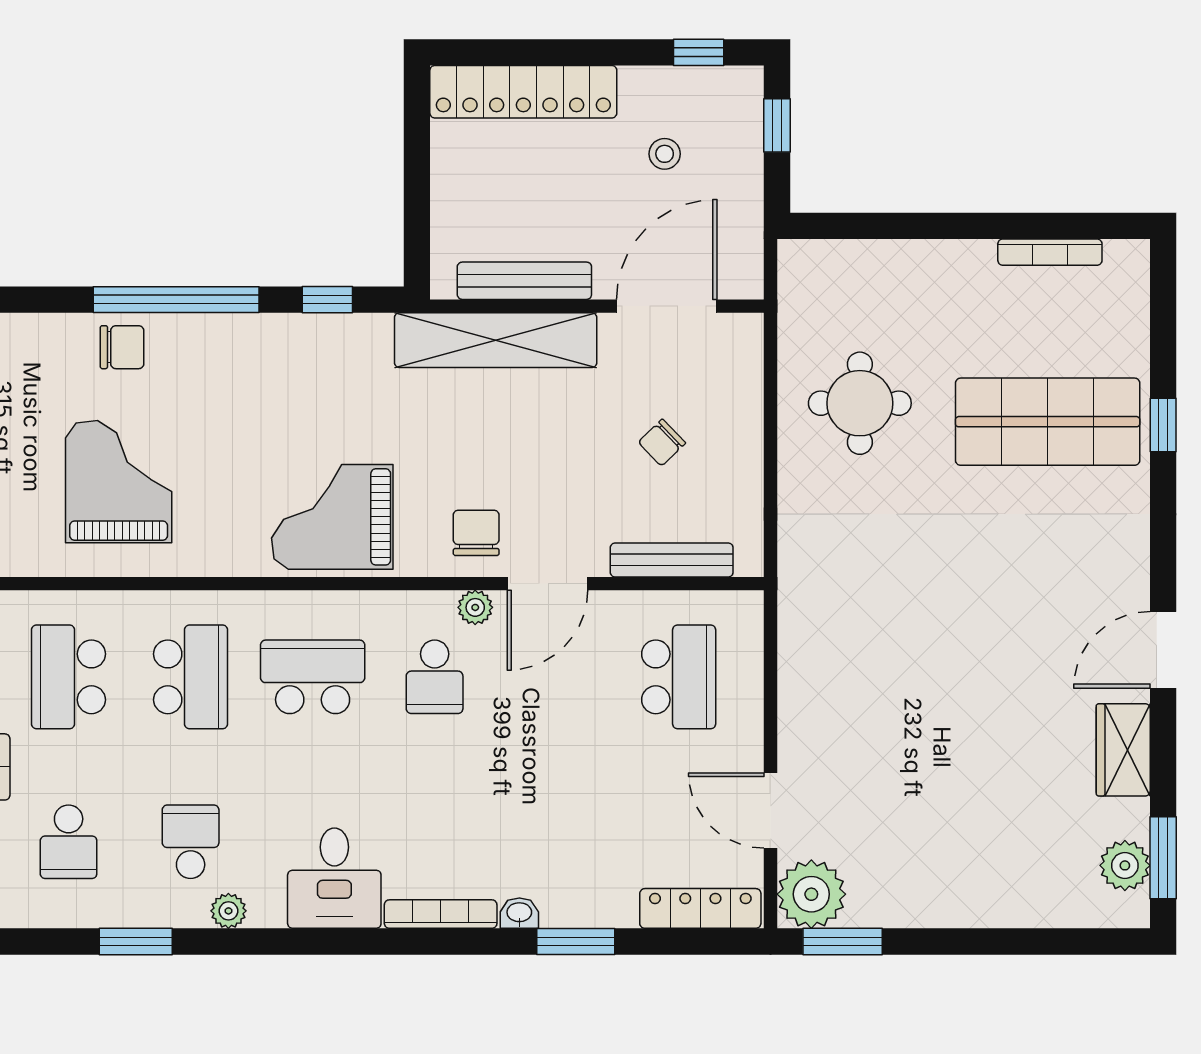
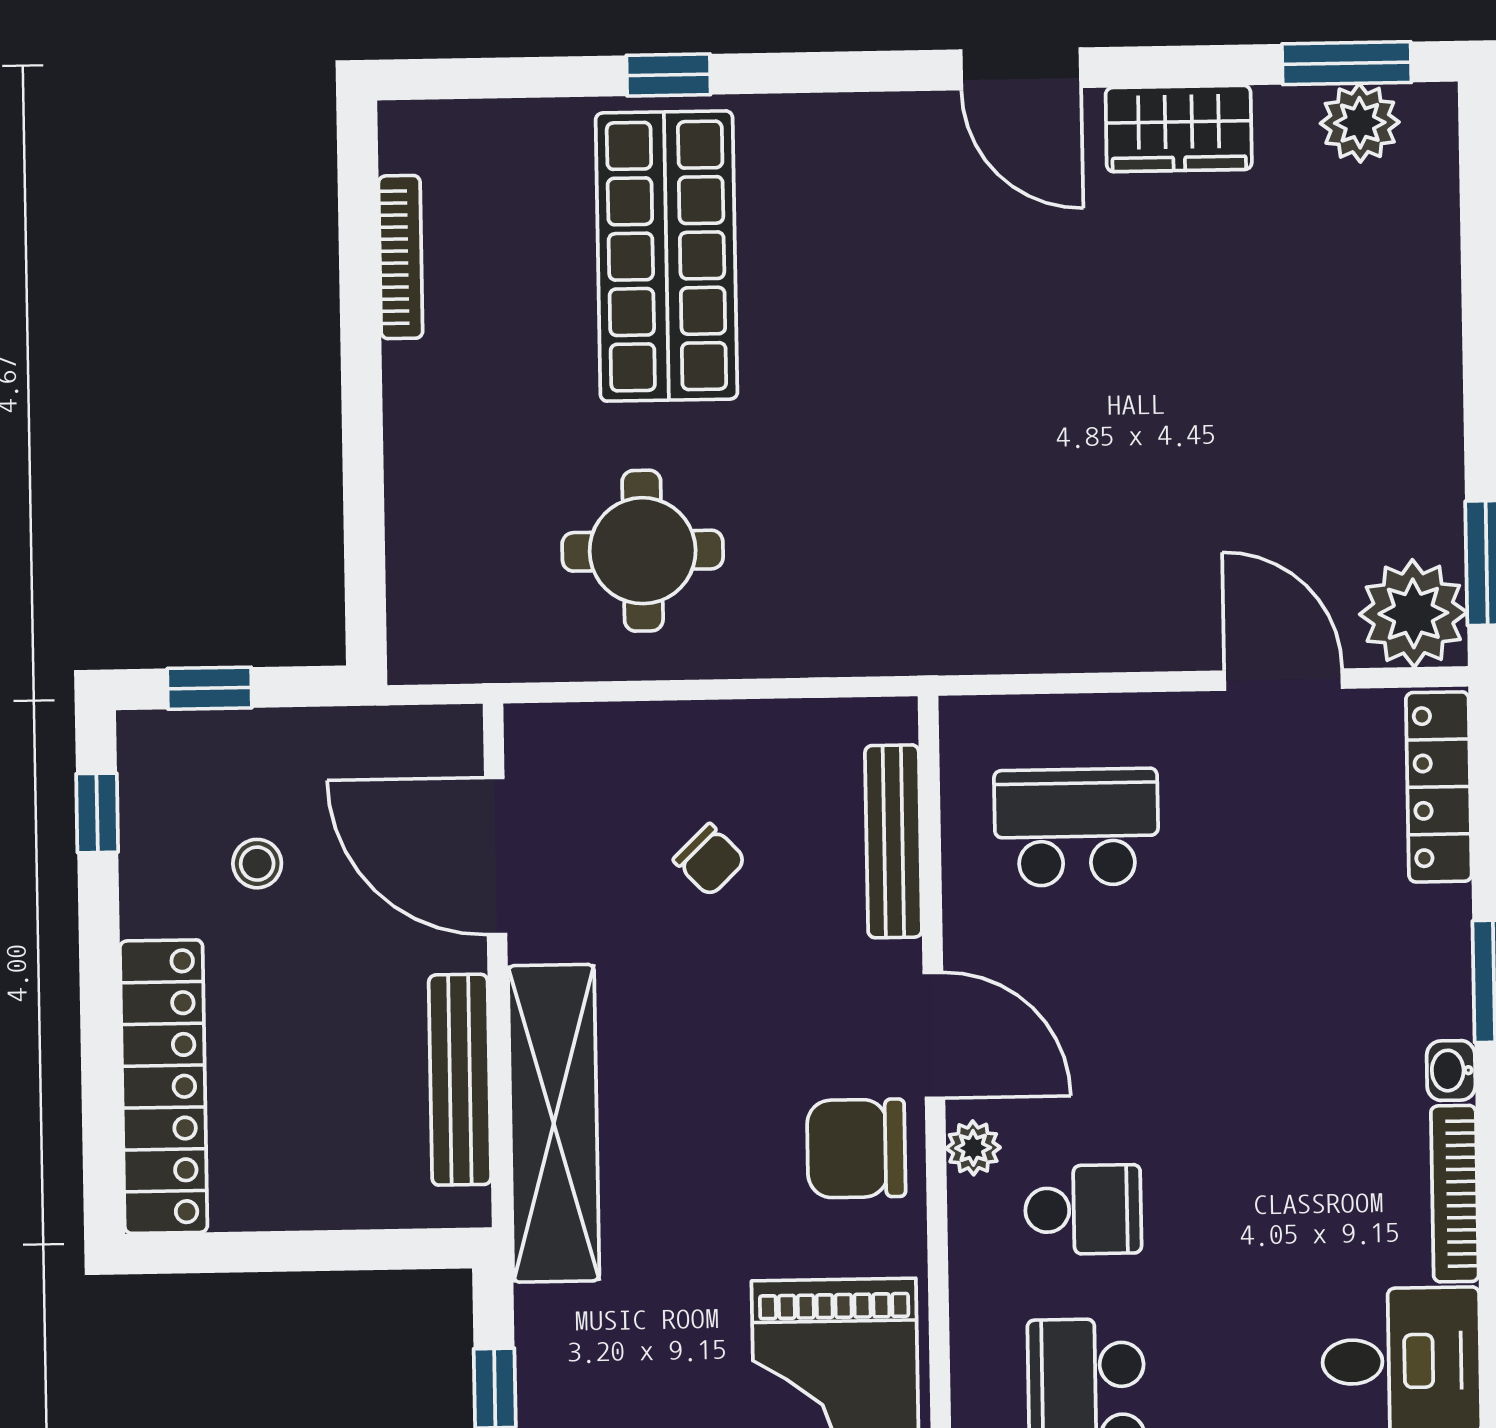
chair: (476, 533) -> (856, 1148), width x1.37, depth x1.37
door: (770, 810) -> (1283, 680), swing flipped

